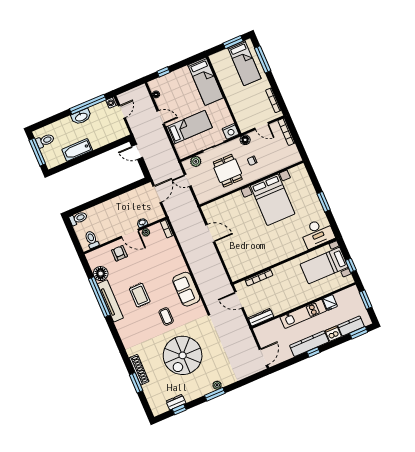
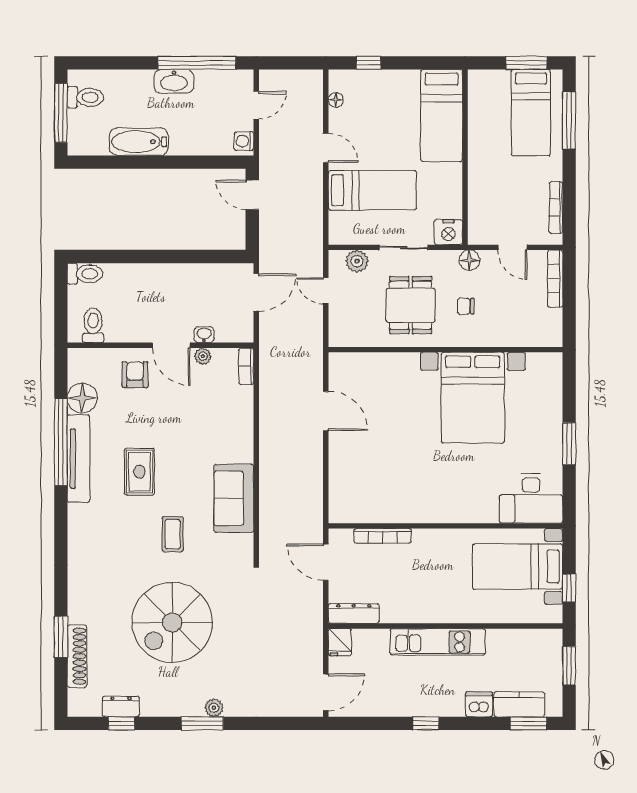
washing machine: (112, 102) -> (244, 141), moved
fridge: (330, 303) -> (340, 642), moved
kitchen counter: (309, 344) -> (425, 704), removed
shoe rack: (139, 370) -> (77, 656), moved

